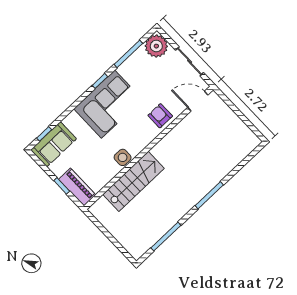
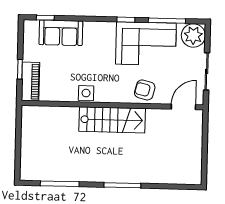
door: (198, 101) -> (183, 107), hinge flipped
corner sofa: (108, 104) -> (146, 44), moved
armchair: (160, 116) -> (145, 90), turned -76
sofa: (54, 144) -> (61, 33), moved
stairs: (134, 181) -> (112, 120), moved

